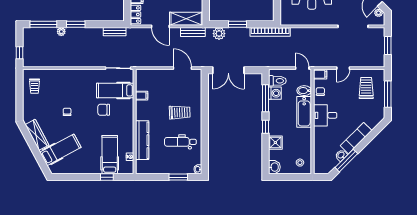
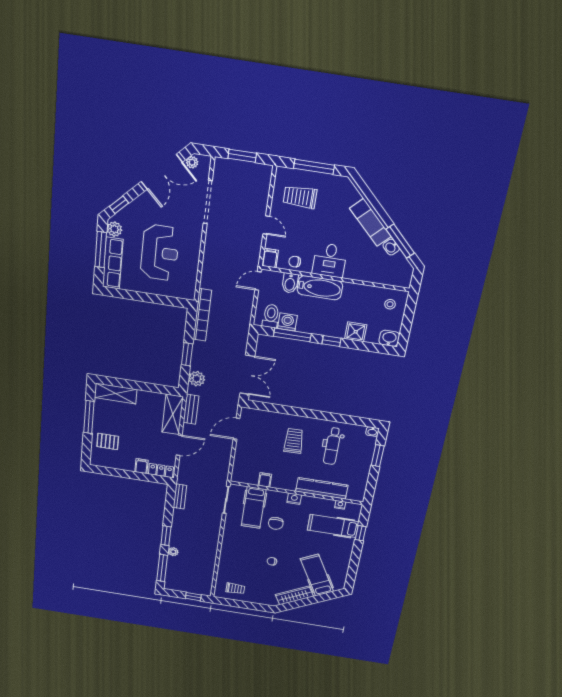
nightstand: (129, 121) -> (294, 499), added

